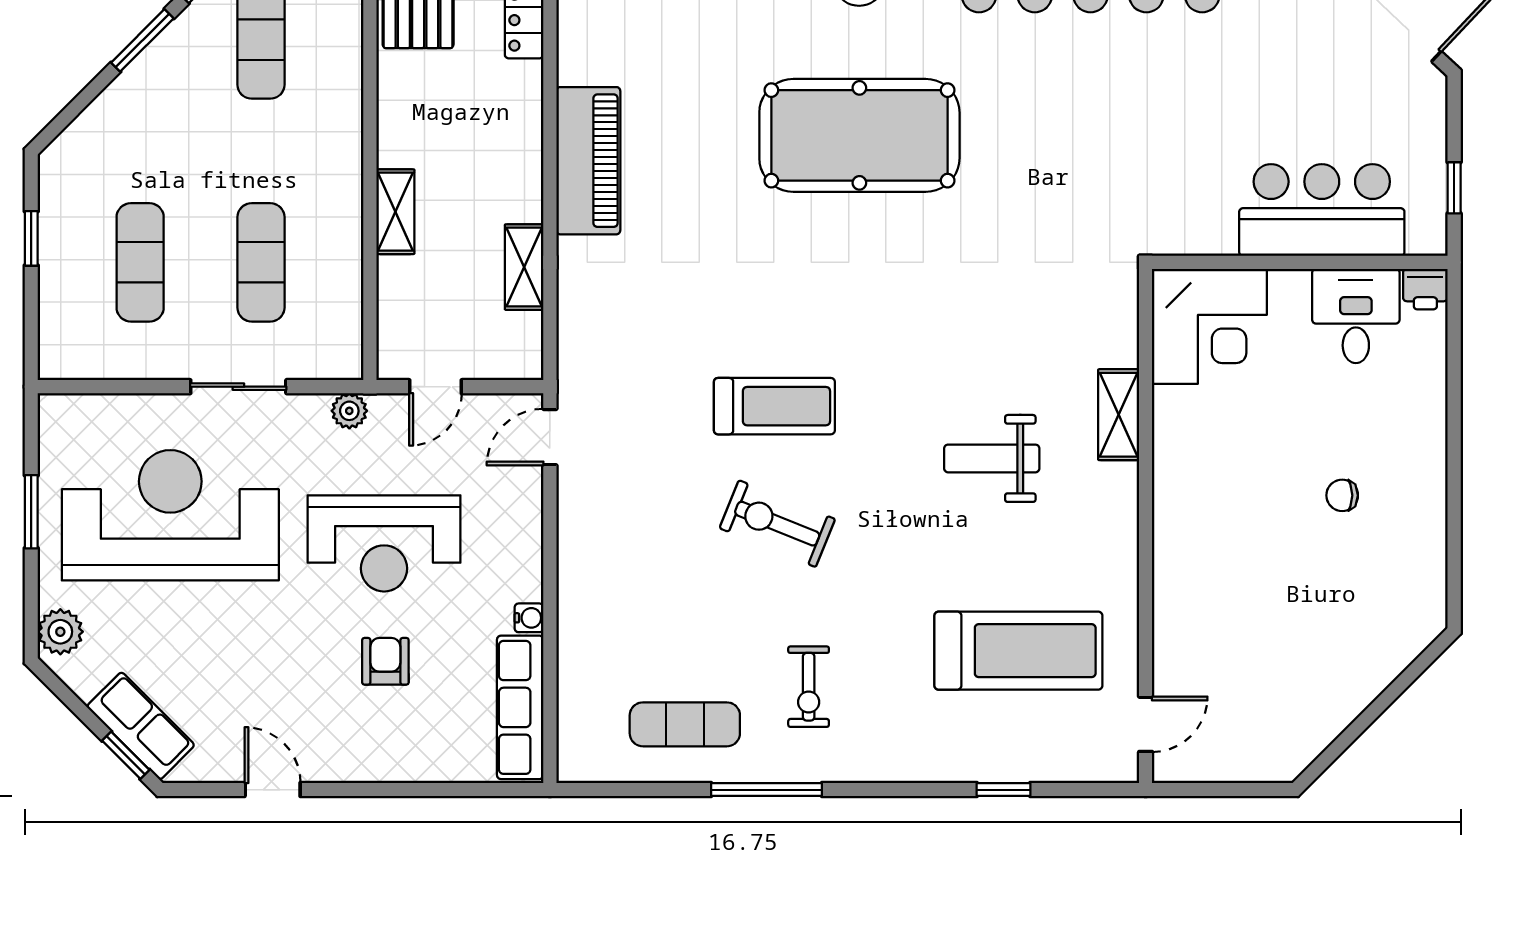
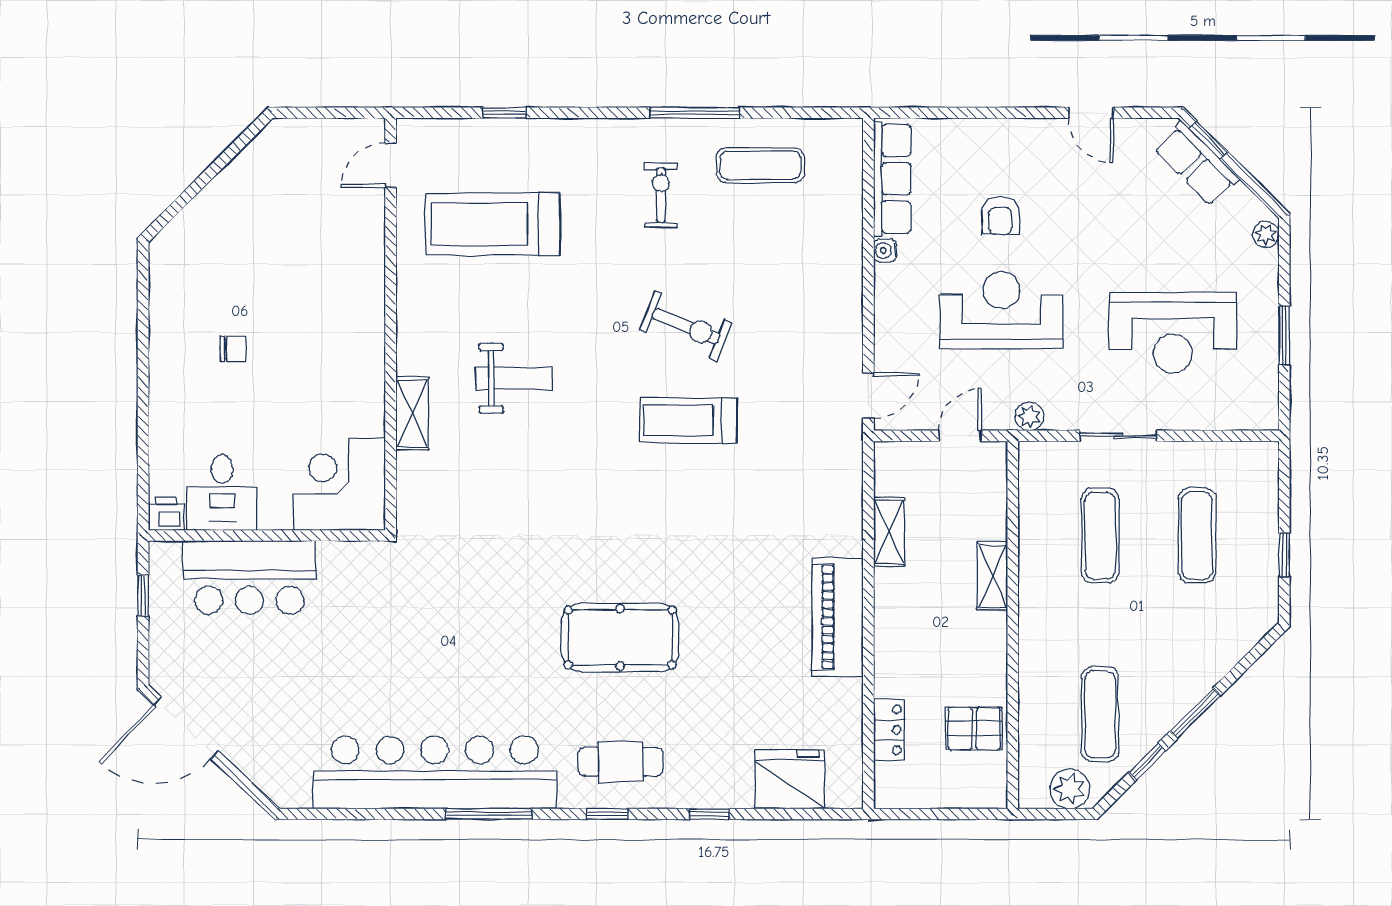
pool table: (859, 135) -> (620, 637), width x0.73, depth x0.76
reception desk: (170, 515) -> (1173, 333), width x0.74, depth x0.77
plant: (60, 632) -> (1266, 234), width x0.73, depth x0.73

